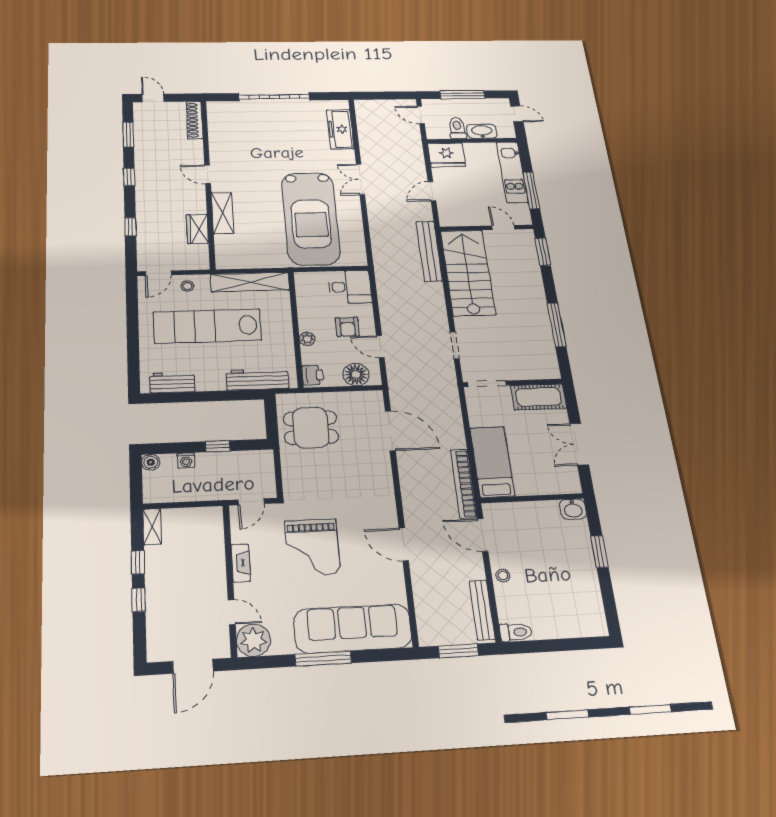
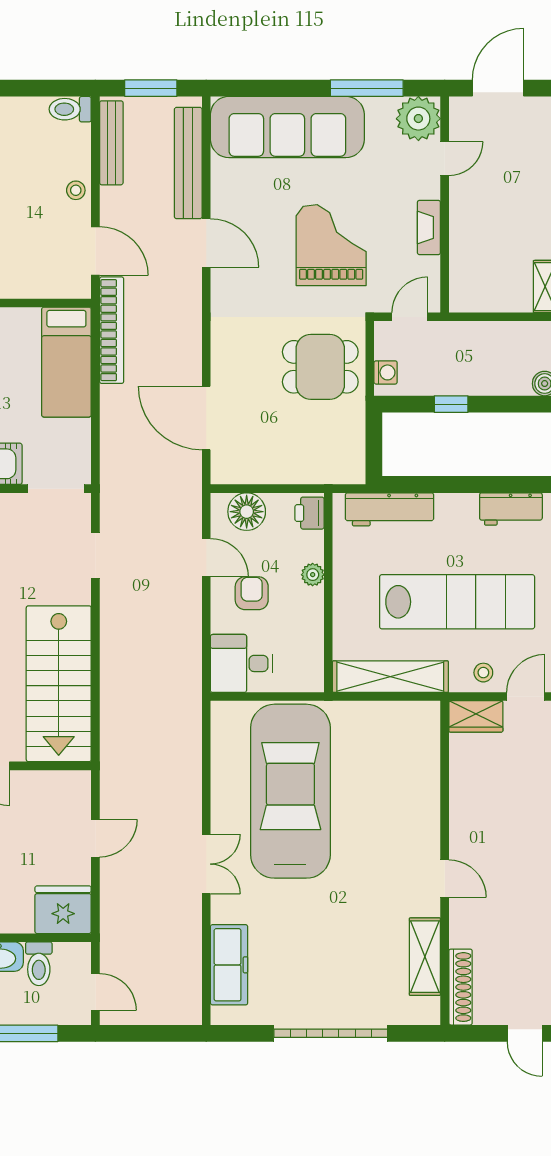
shelving: (223, 213) -> (425, 957), moved
wardrobe: (197, 229) -> (476, 716), moved, turned 90
bench: (429, 251) -> (188, 163), moved
dining table: (311, 428) -> (320, 367), moved
washing machine: (186, 460) -> (386, 372), moved, turned 90
door: (232, 612) -> (445, 159), swing flipped
window: (323, 659) -> (367, 88), moved

